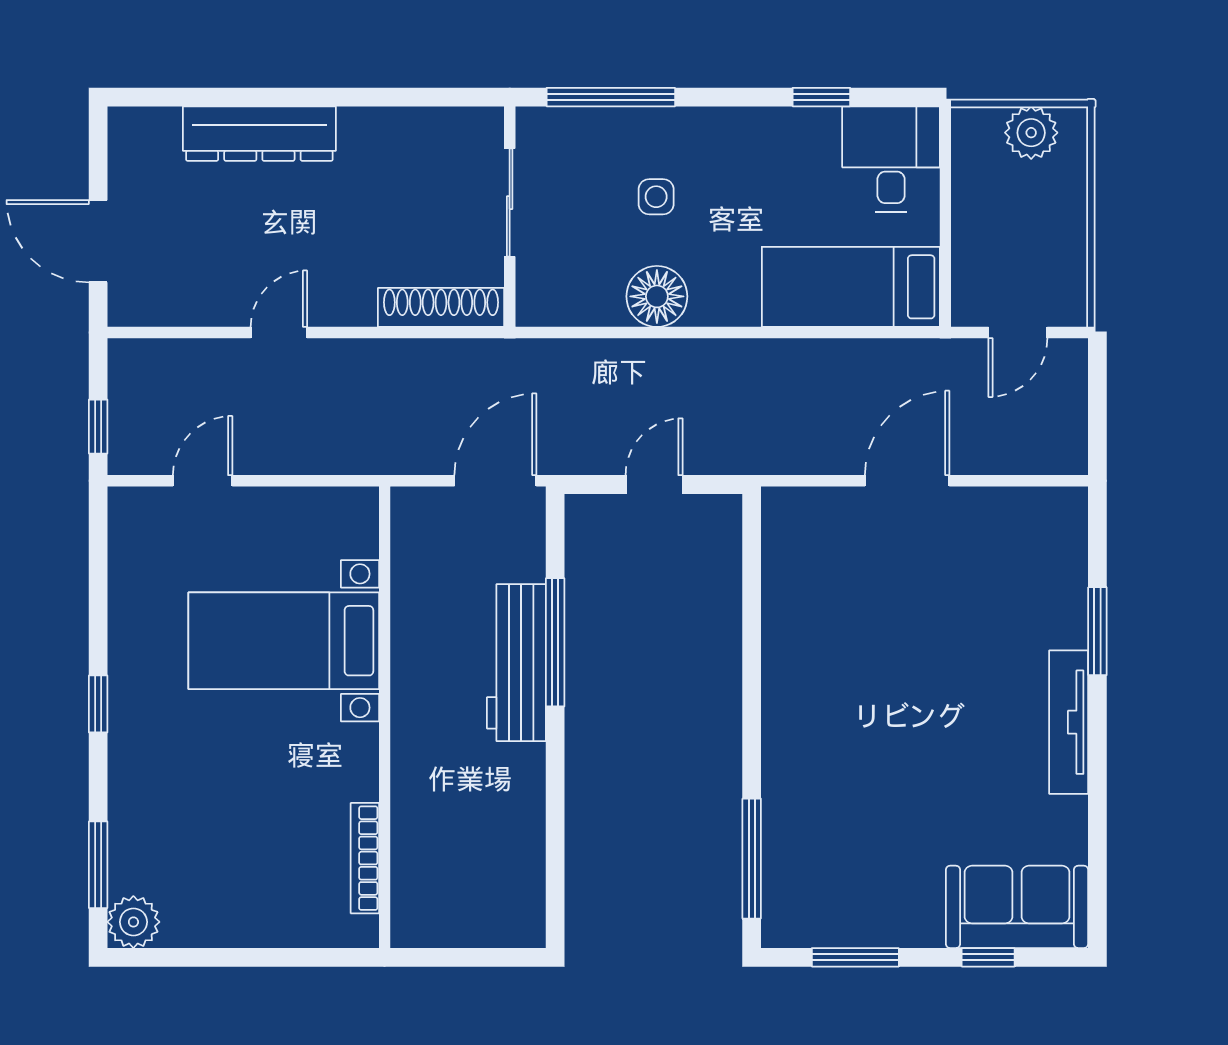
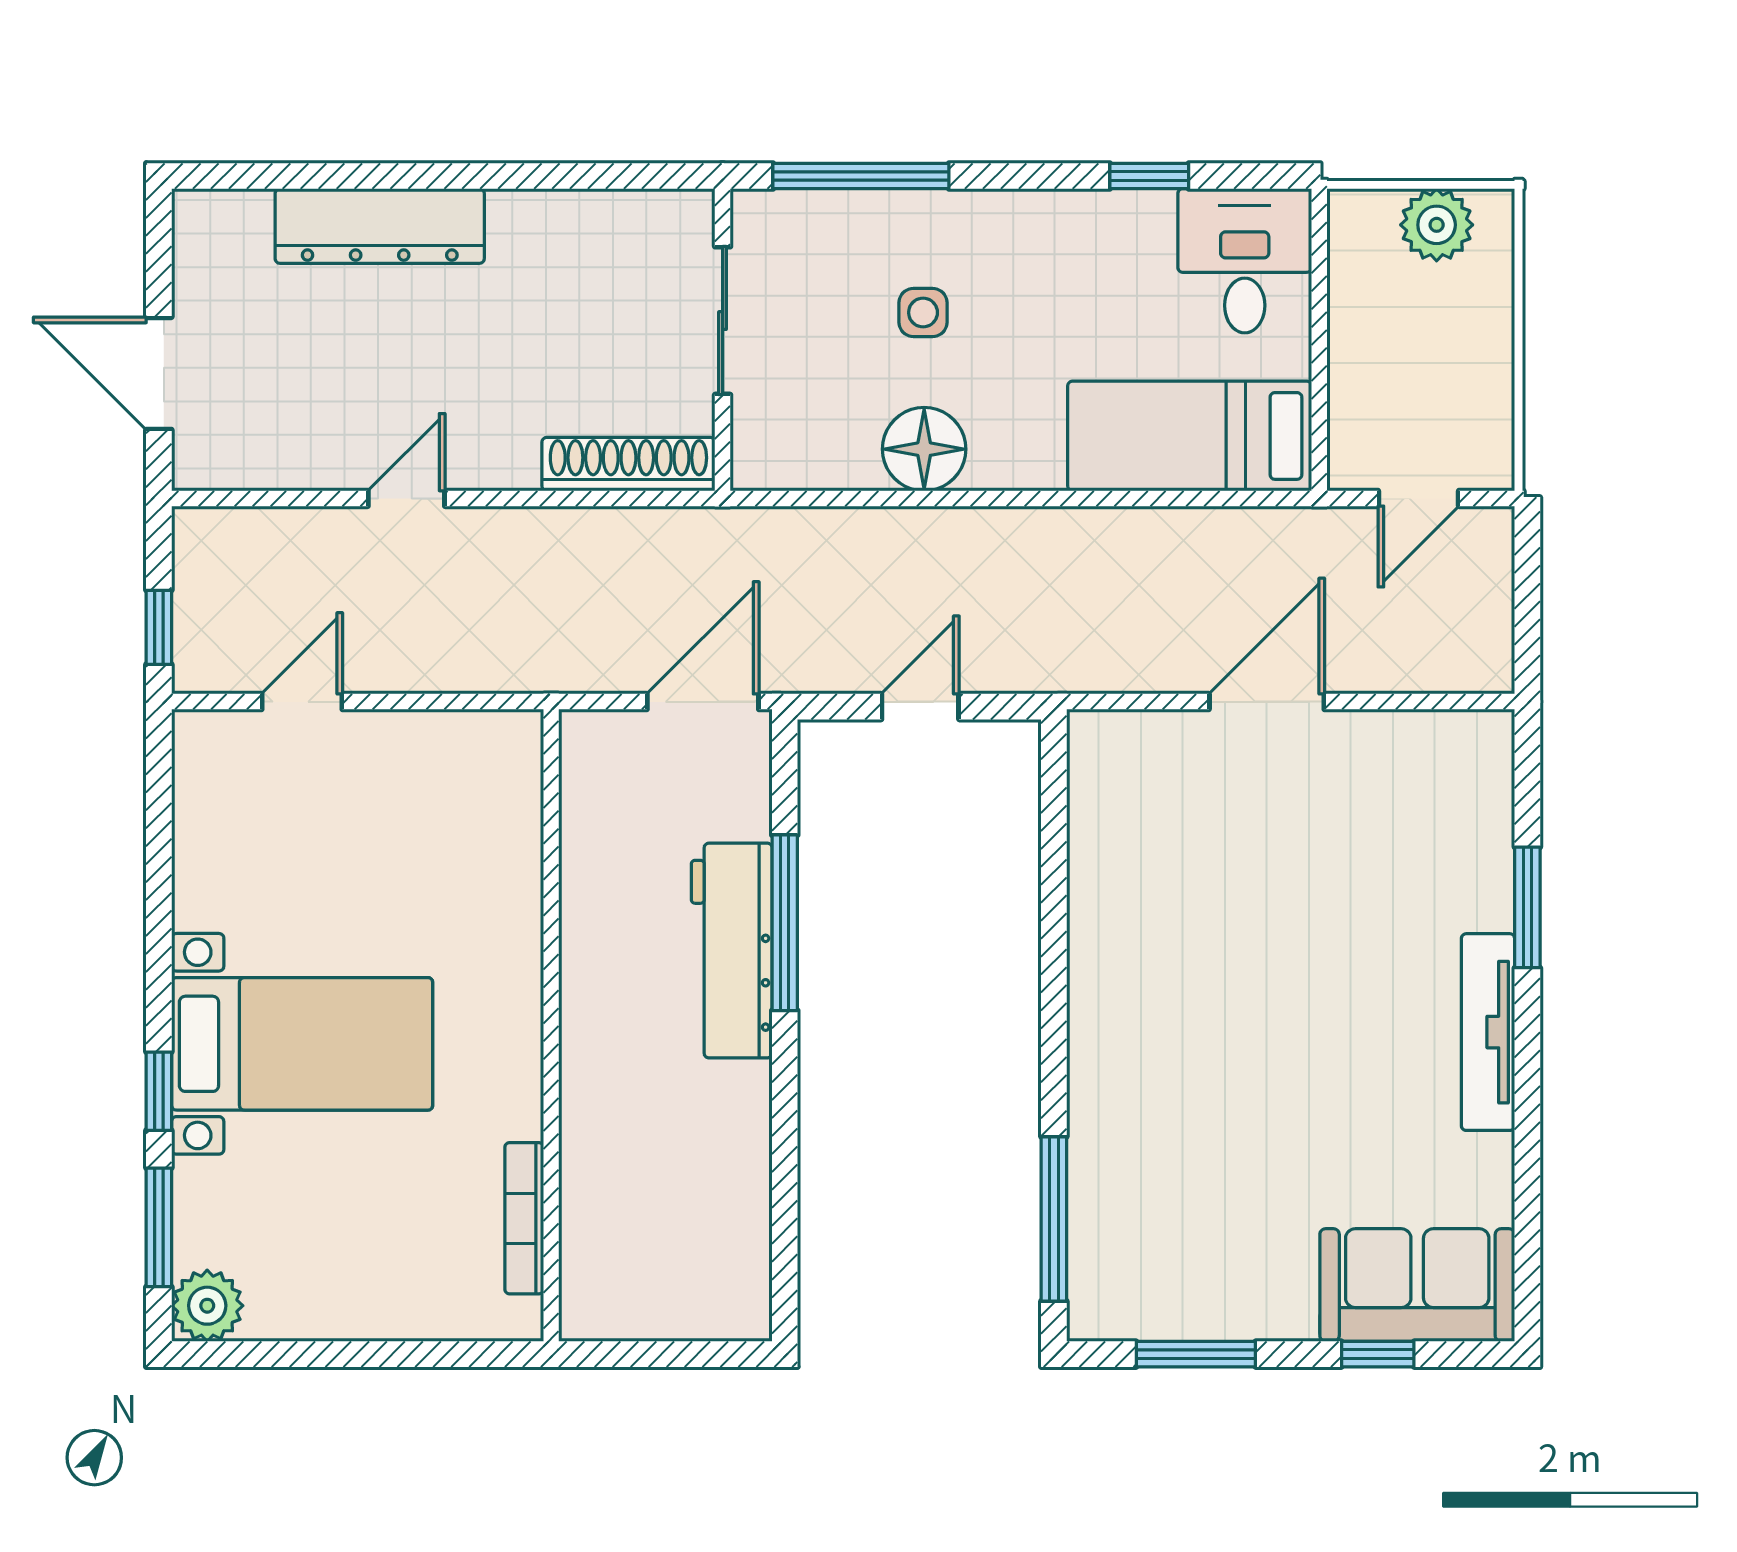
bed with nightstands: (284, 641) -> (302, 1044), moved, turned 180
window: (98, 704) -> (159, 1091), moved

